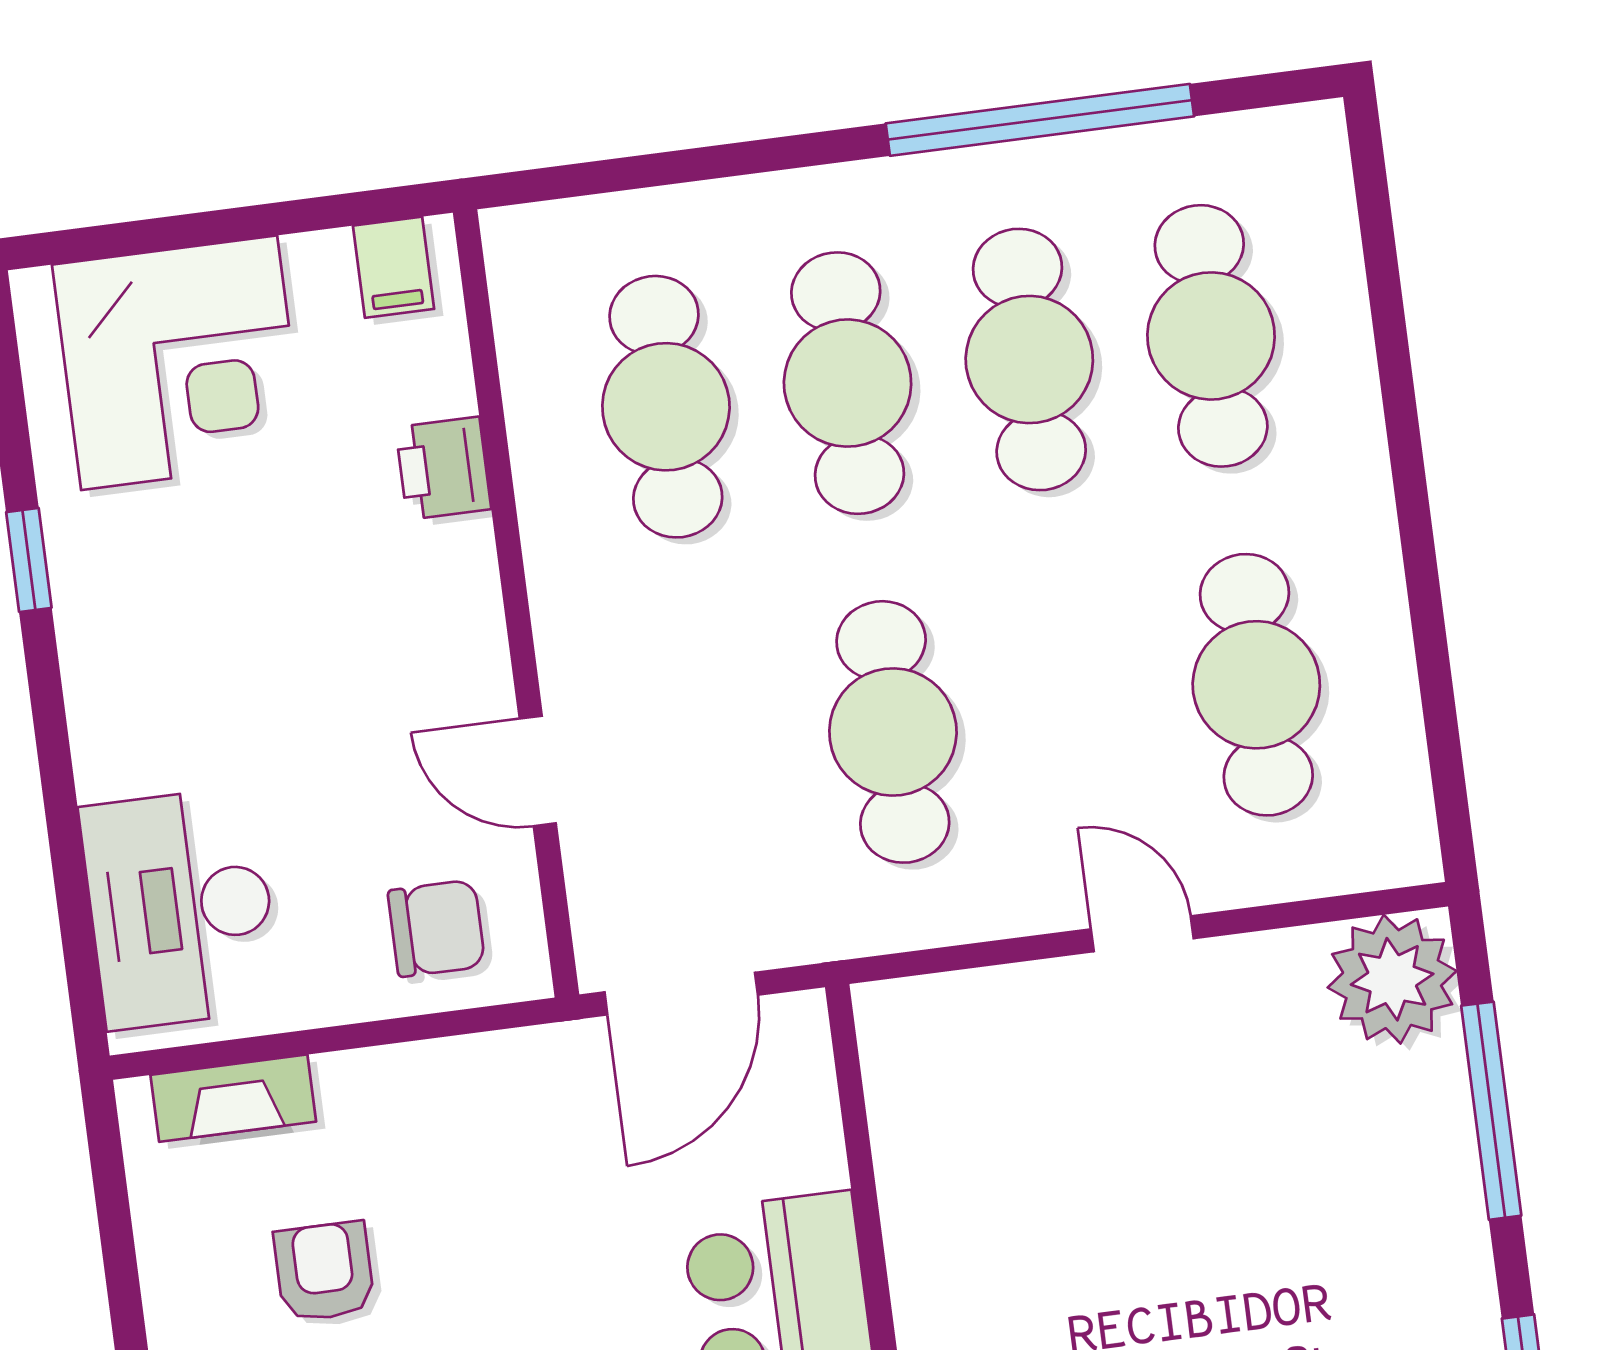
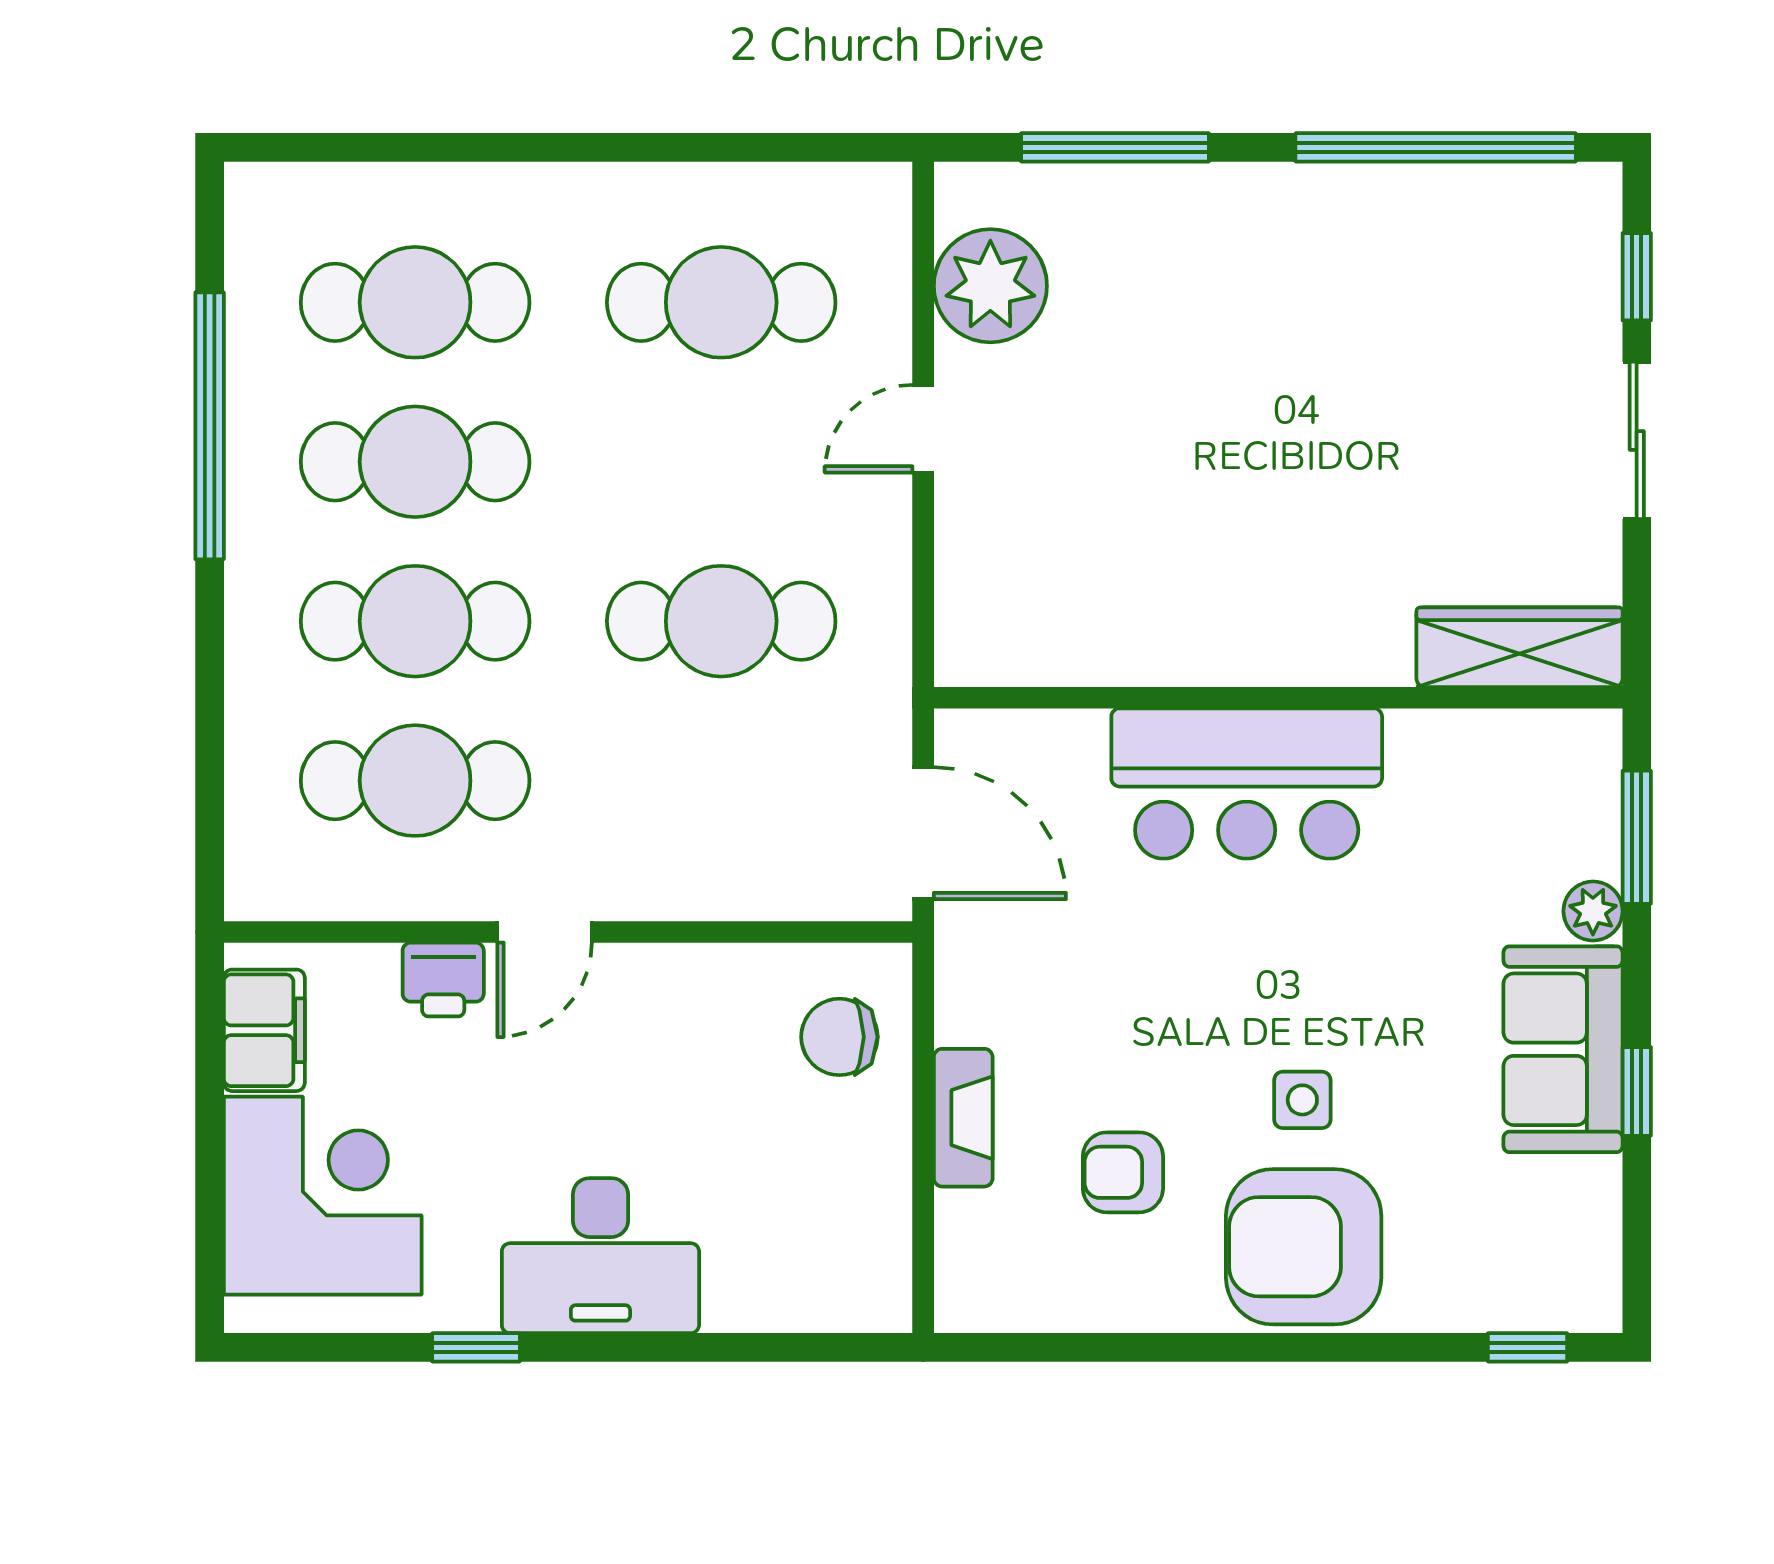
filing cabinet: (394, 267) -> (264, 1030), width x2.00
door: (538, 771) -> (545, 932), moved
desk: (180, 908) -> (600, 1256), moved
chair: (437, 928) -> (839, 1037), turned -90
plant: (1392, 979) -> (990, 286), moved
fireplace: (233, 1098) -> (963, 1118), moved

